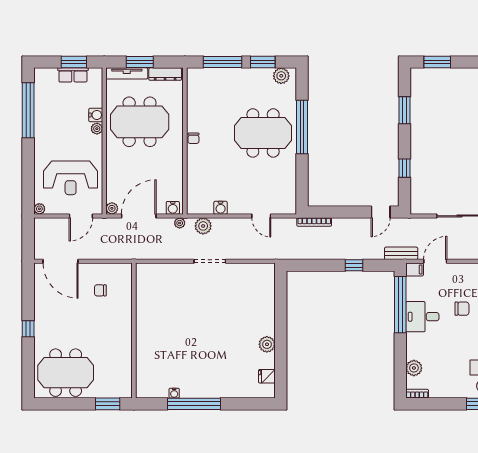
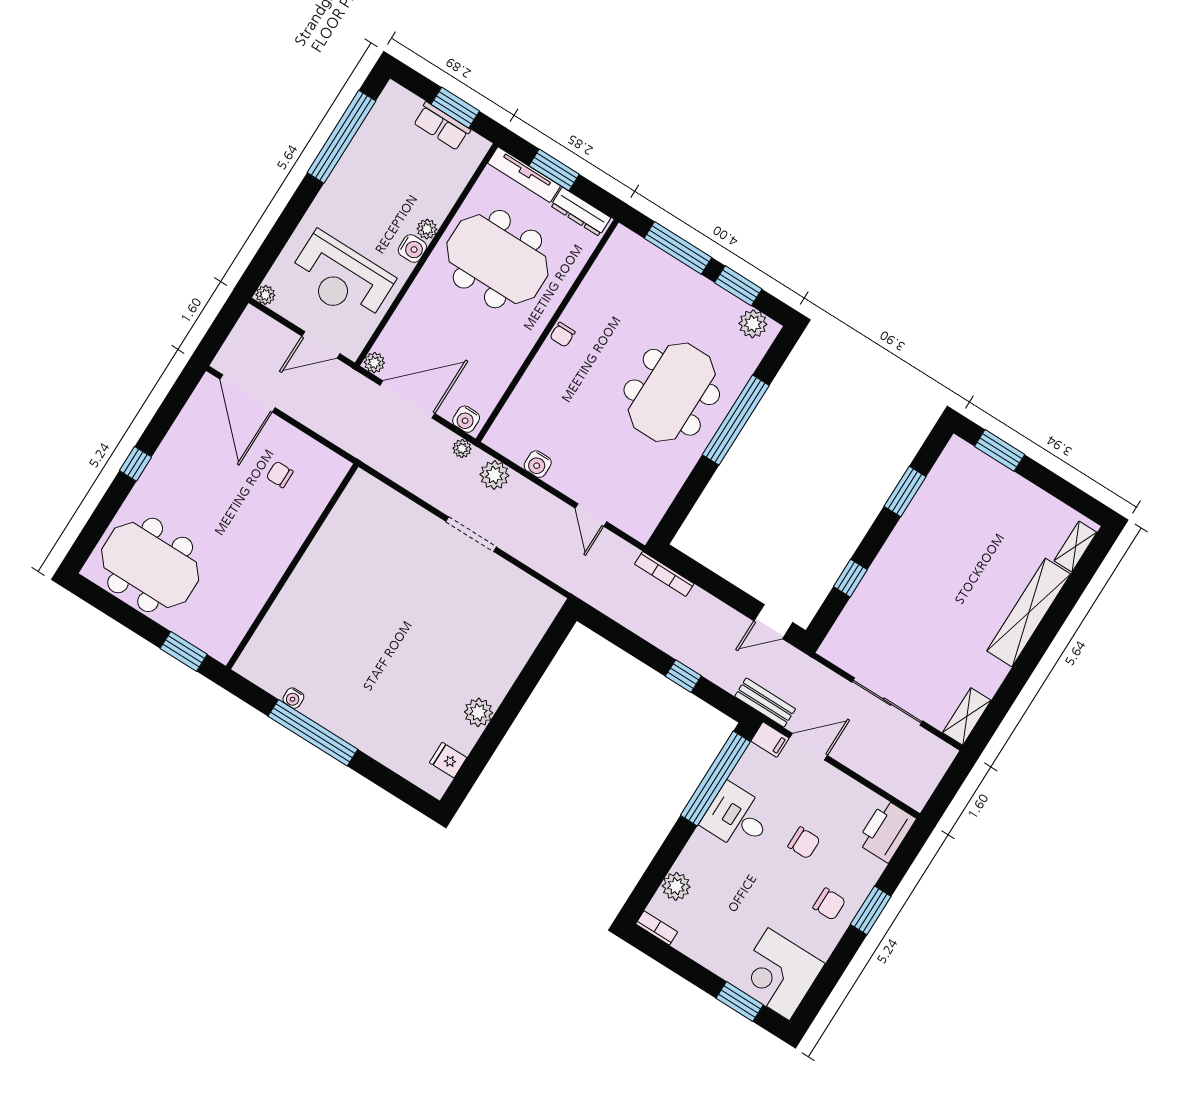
water cooler: (96, 115) -> (412, 249), moved
meeting table: (263, 133) -> (672, 392), turned 90

